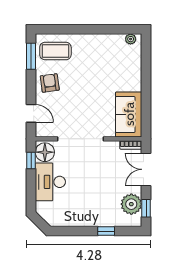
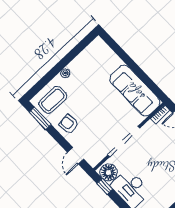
plant: (131, 39) -> (65, 73), moved
door: (31, 113) -> (76, 156), swing flipped
sofa: (129, 114) -> (135, 91), width x1.36

